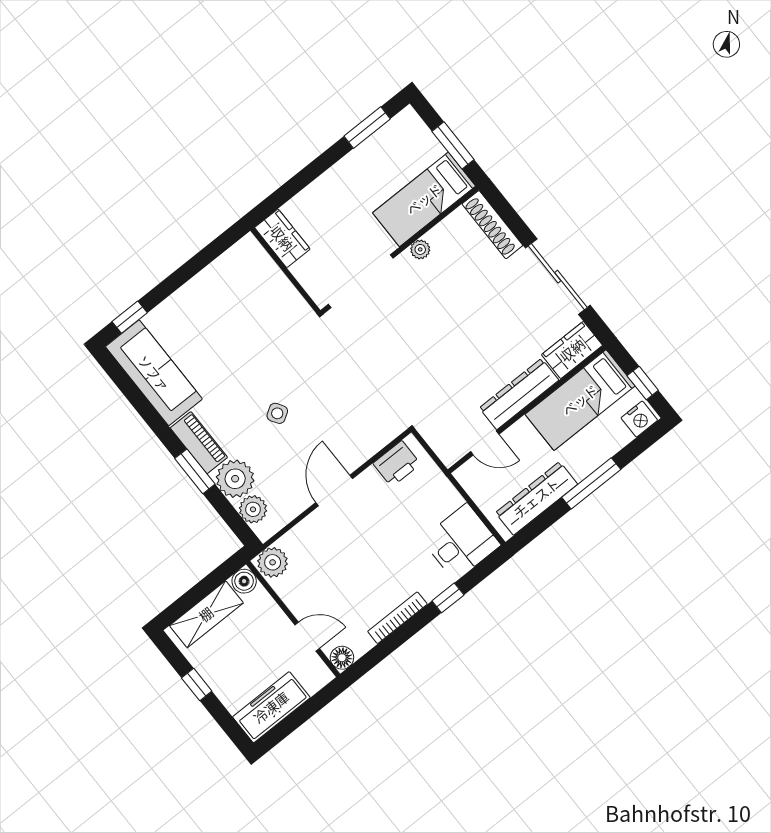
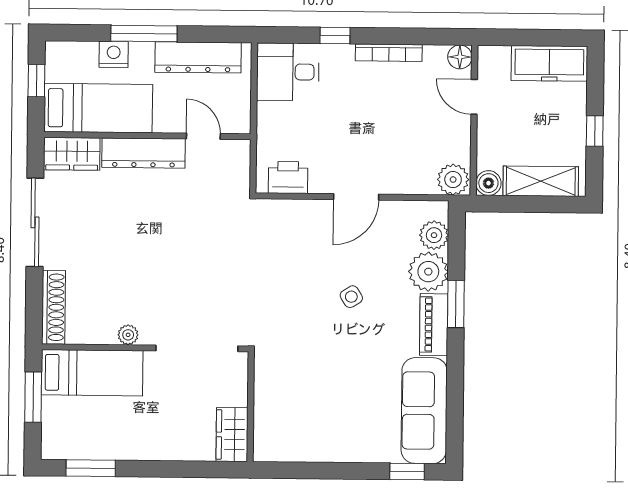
nightstand: (639, 419) -> (114, 54), moved

